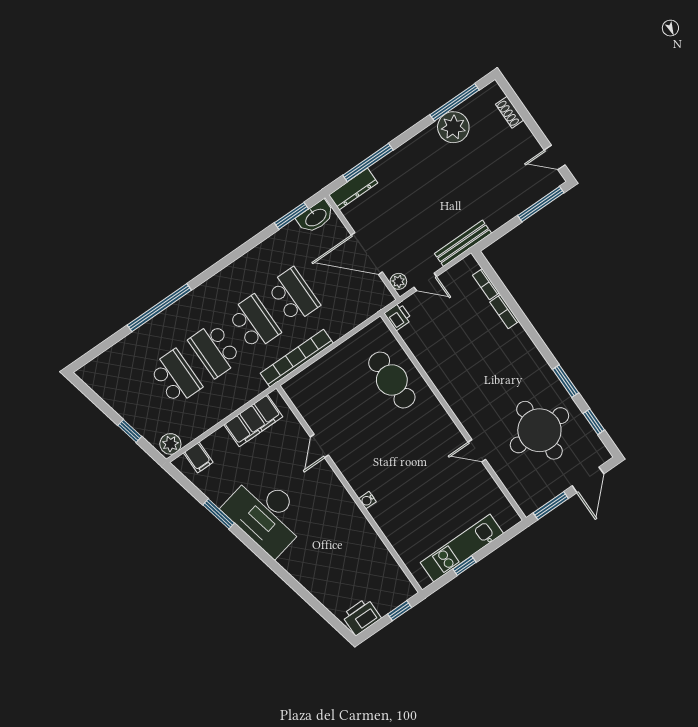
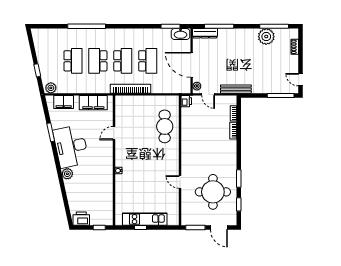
filing cabinet: (198, 458) -> (64, 102), width x2.00
door: (588, 480) -> (219, 228), hinge flipped
plant: (290, 561) -> (67, 174), added

